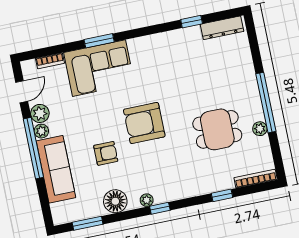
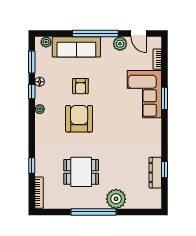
dresser: (222, 28) -> (155, 173), moved
armchair: (144, 123) -> (79, 119), moved
dining table: (217, 129) -> (81, 172), turned 90
plant: (260, 129) -> (116, 199), moved, width x1.88, depth x1.88
plant: (41, 131) -> (46, 42), moved
floor lamp: (115, 201) -> (40, 82), width x0.53, depth x0.53
window: (160, 208) -> (32, 92), moved

